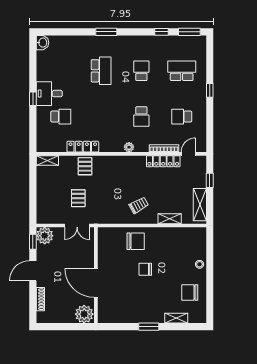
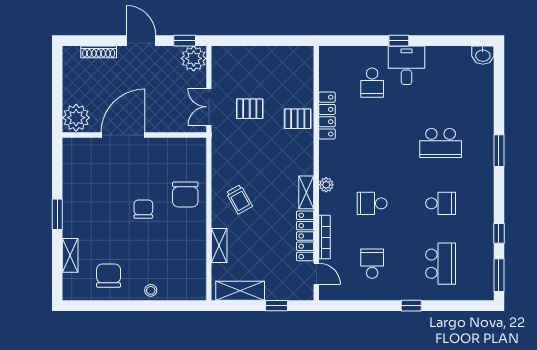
shelving: (47, 160) -> (306, 192), moved

